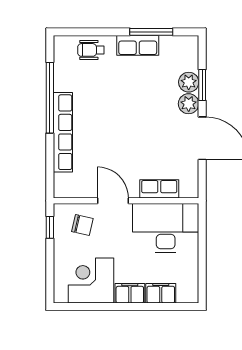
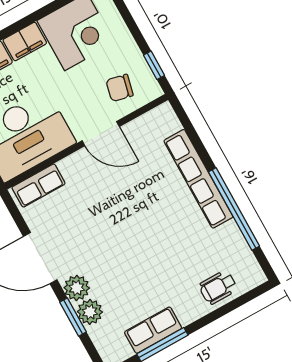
row of seats: (138, 45) -> (153, 330), moved
wheelchair: (91, 50) -> (218, 287), turned 180
row of seats: (159, 189) -> (39, 185), moved

